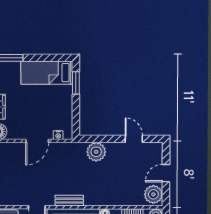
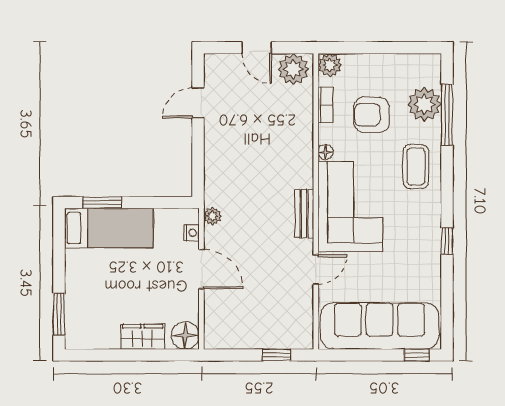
bed: (47, 73) -> (109, 228), moved, turned -90
plant: (96, 152) -> (212, 216), moved, width x0.53, depth x0.53

